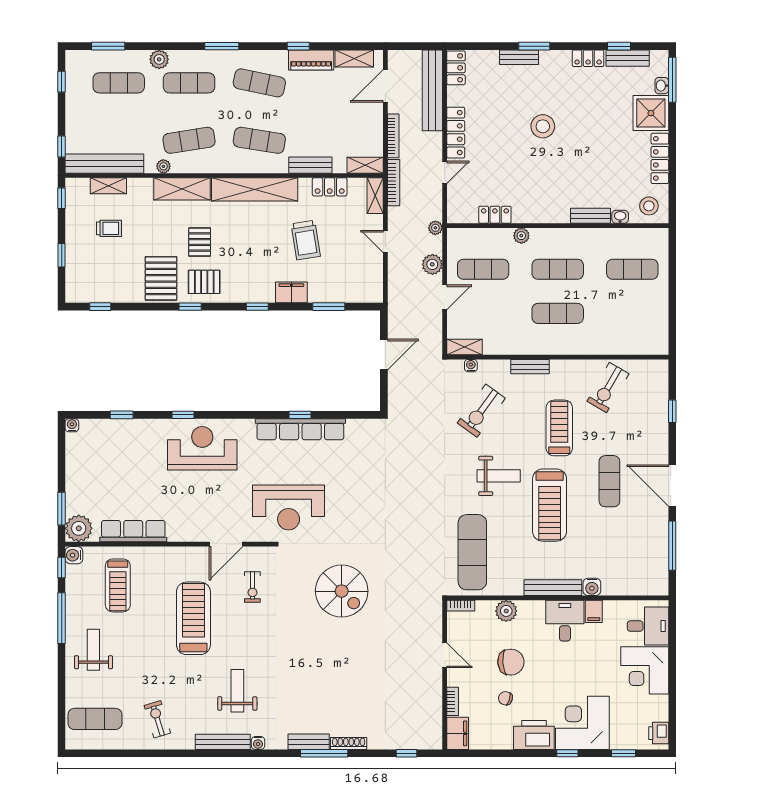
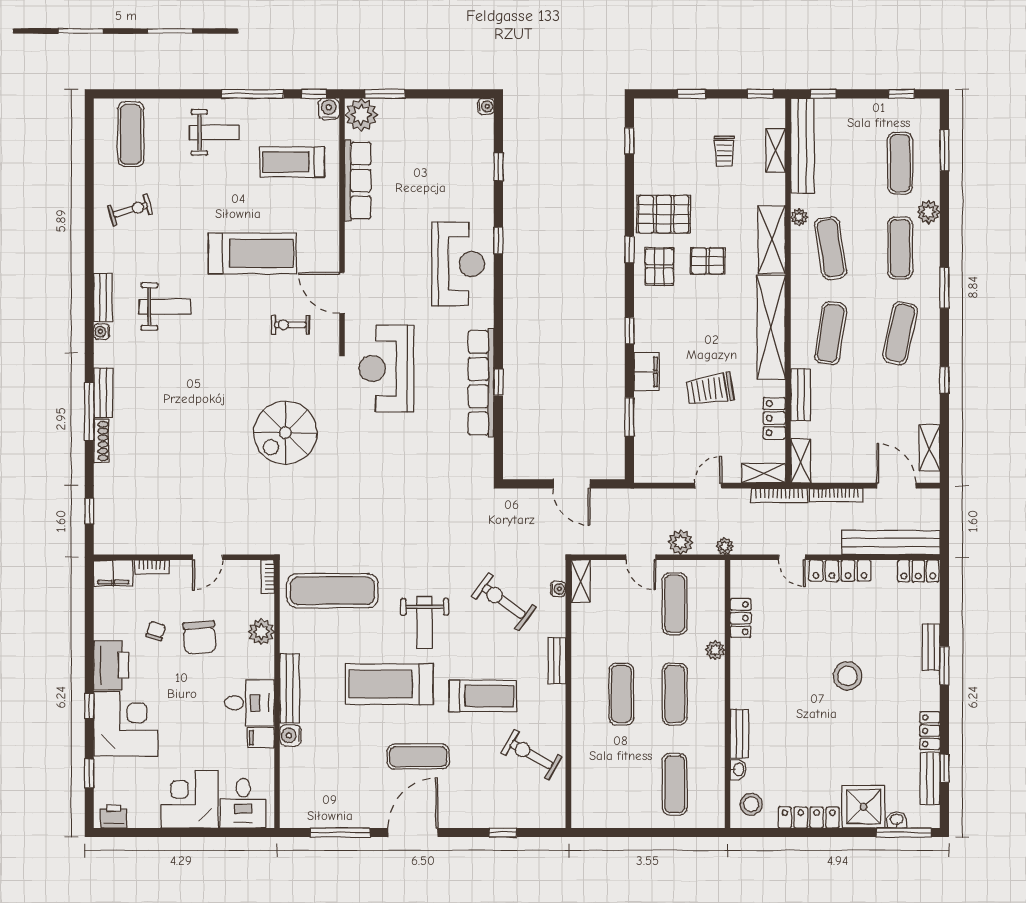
piano: (311, 60) -> (928, 396), removed
bench: (223, 742) -> (103, 298), width x0.73

